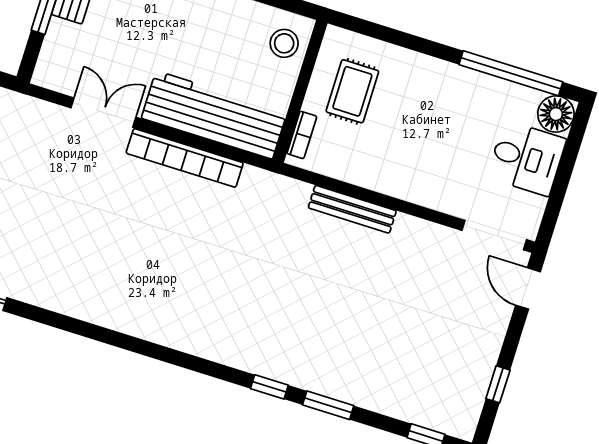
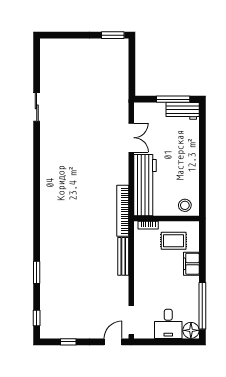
filing cabinet: (413, 69) -> (191, 264), added
bookcase: (185, 158) -> (123, 211), moved
window: (269, 387) -> (37, 245), removed

